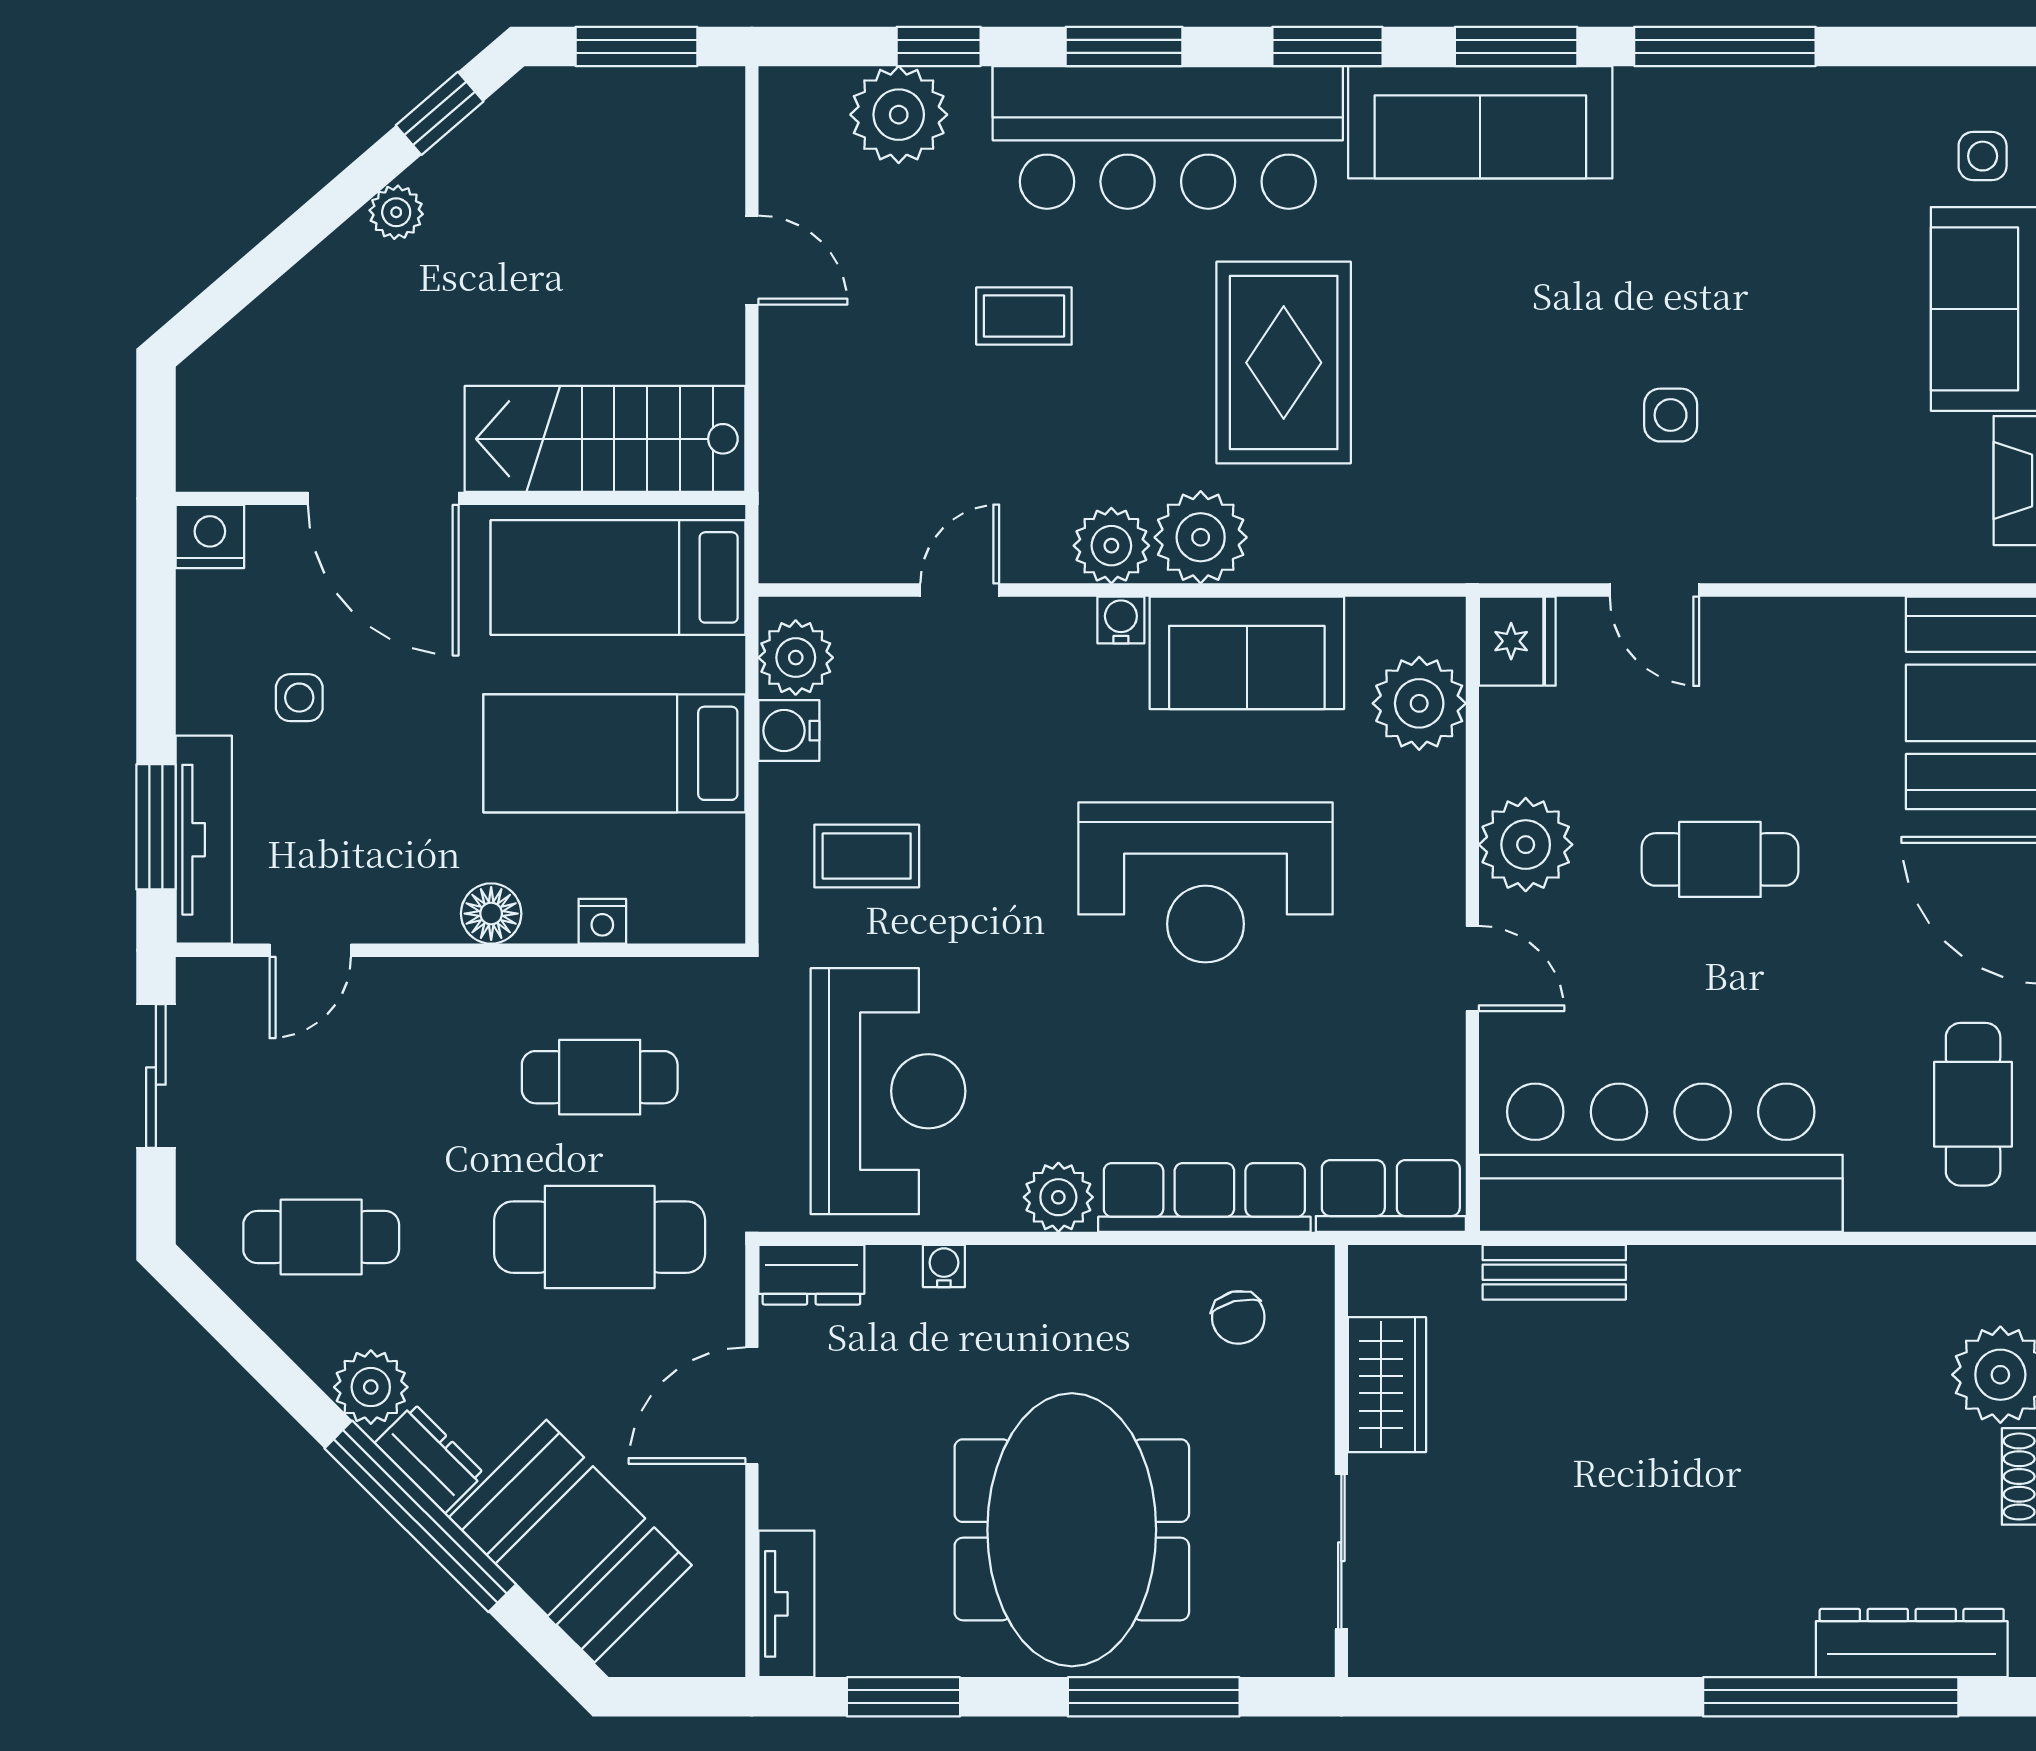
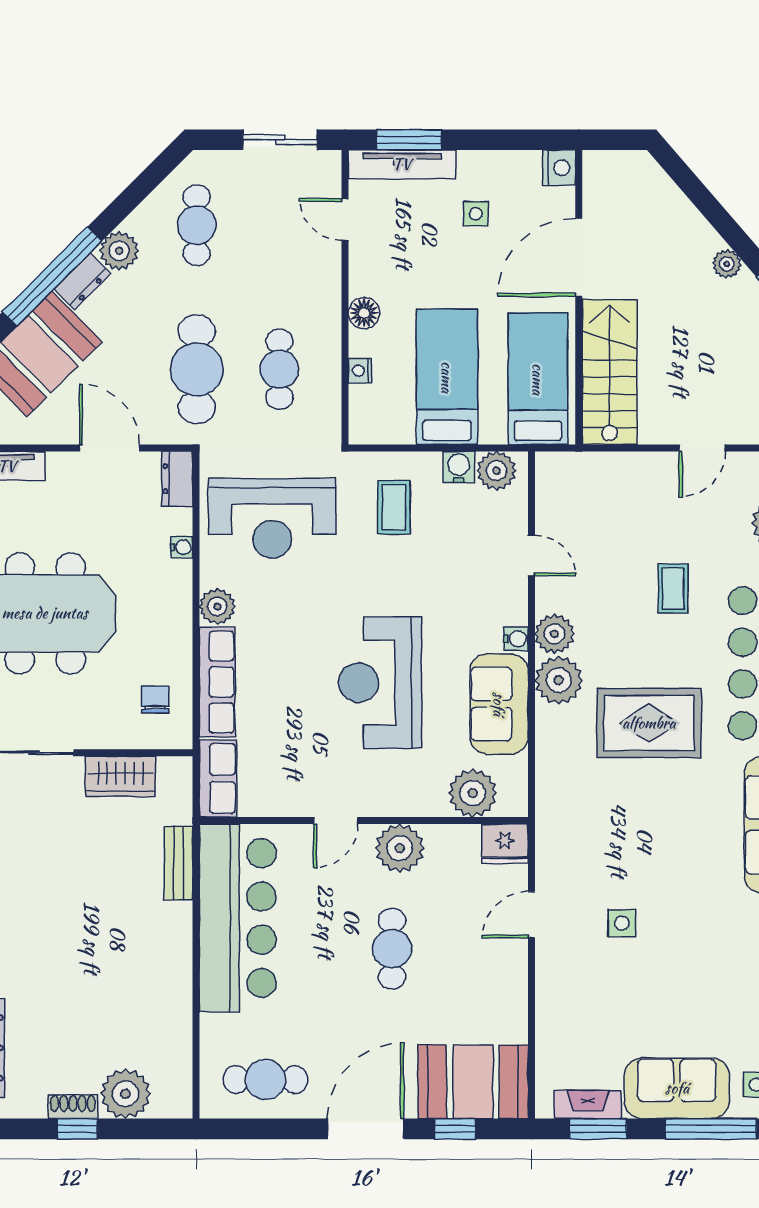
chair: (1238, 1317) -> (155, 700), turned 104

